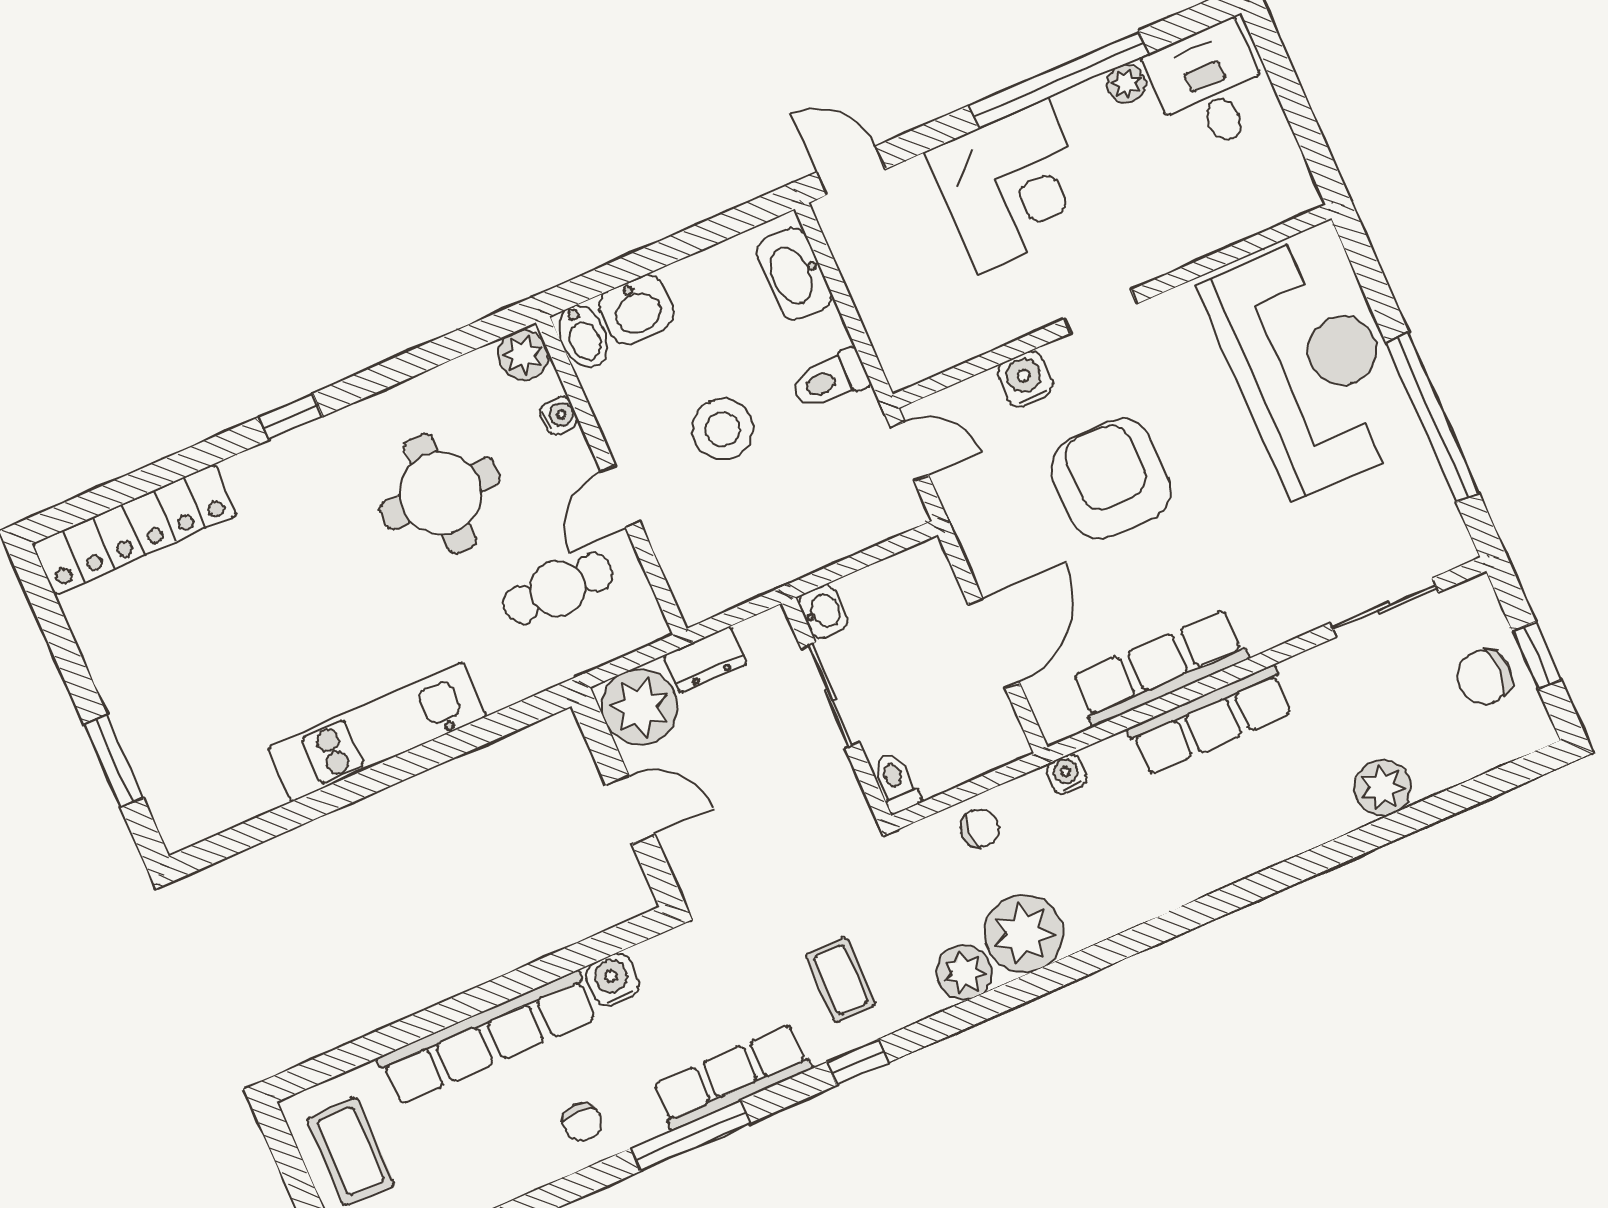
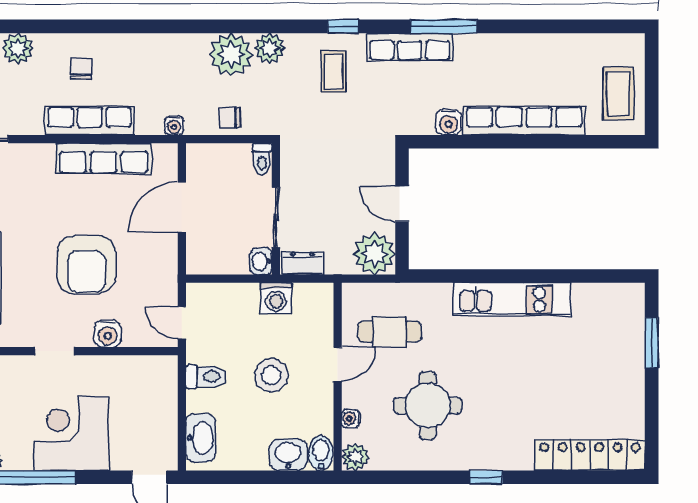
washing machine: (771, 561) -> (276, 298), added
dresser: (705, 659) -> (302, 263), moved
chair: (582, 1122) -> (81, 69), moved

